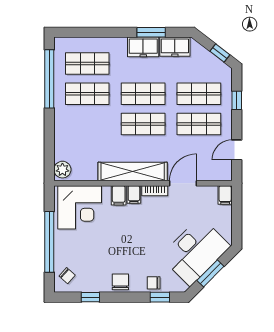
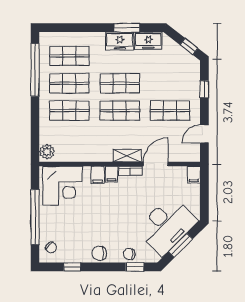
shop shelf: (199, 94) -> (69, 111), moved
shelving: (133, 172) -> (127, 156), width x0.45, depth x0.75
chair: (120, 282) -> (99, 253), turned -90

